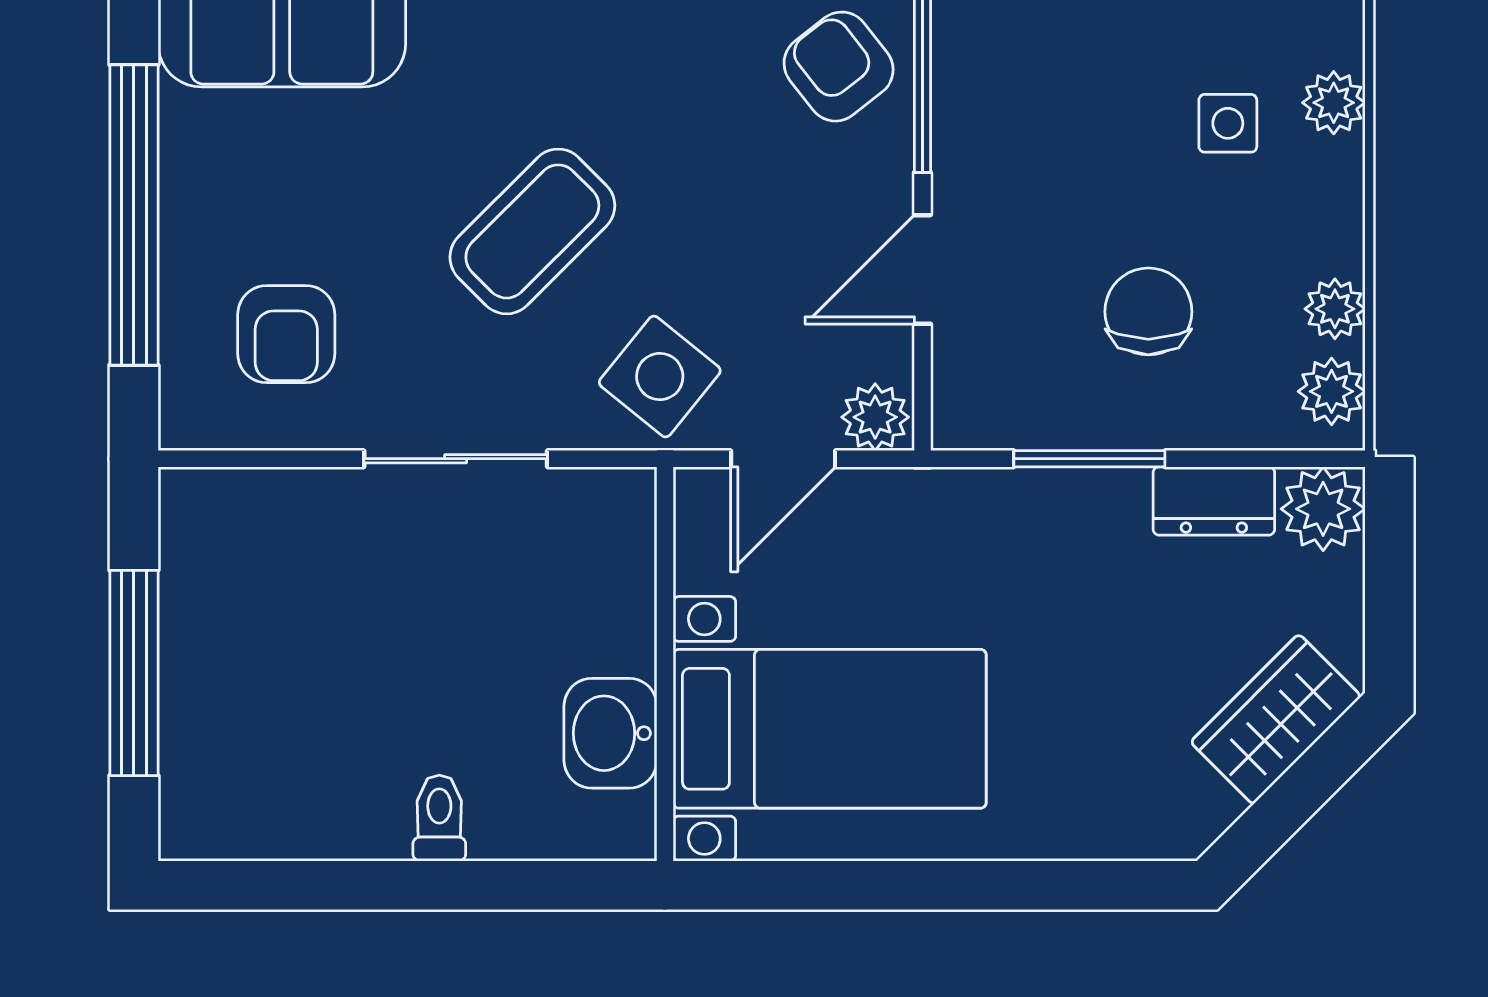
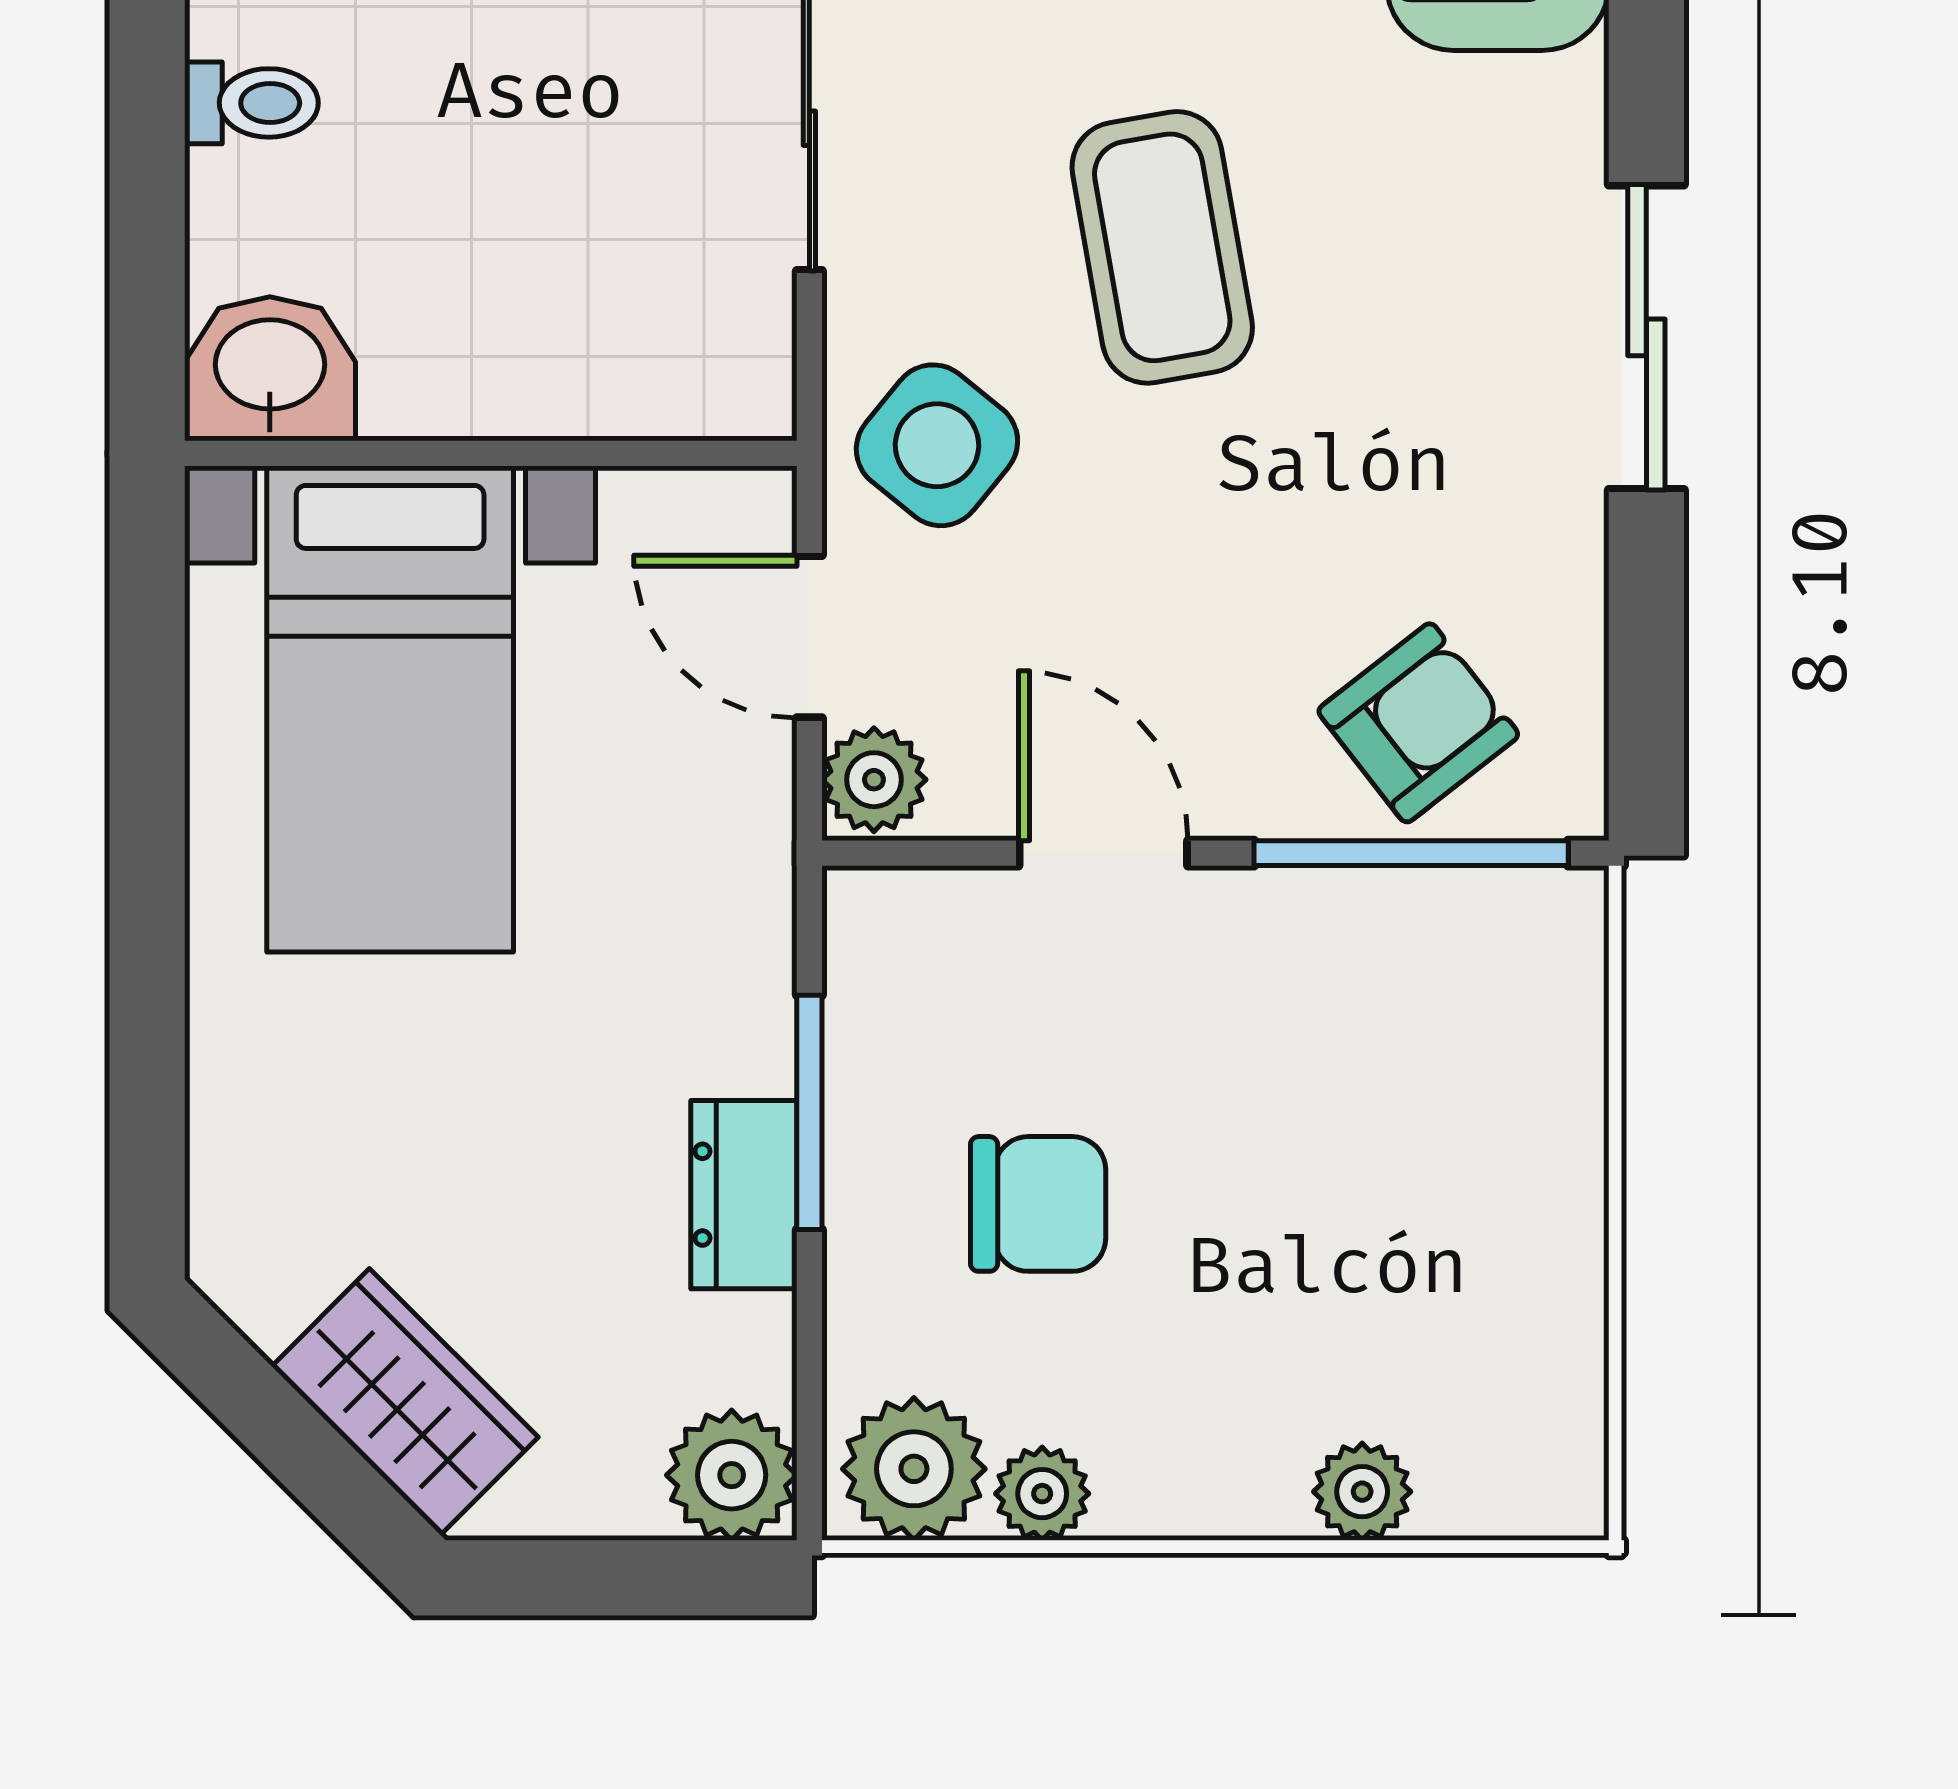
side table: (1228, 123) -> (1330, 1327), removed
coffee table: (532, 231) -> (1162, 247), turned 35
plant: (1332, 391) -> (914, 1469), width x1.38, depth x1.38
dresser: (1214, 501) -> (744, 1195), moved
washbasin: (610, 733) -> (270, 369), moved

